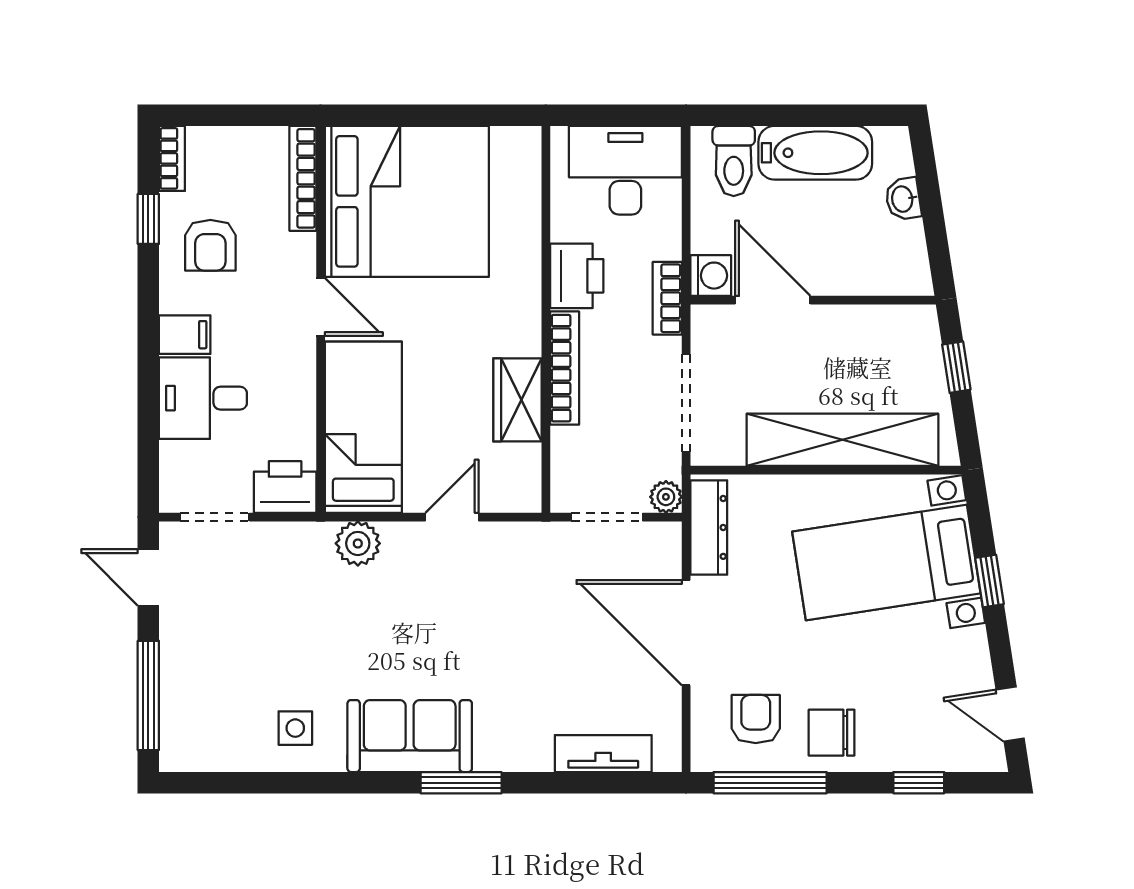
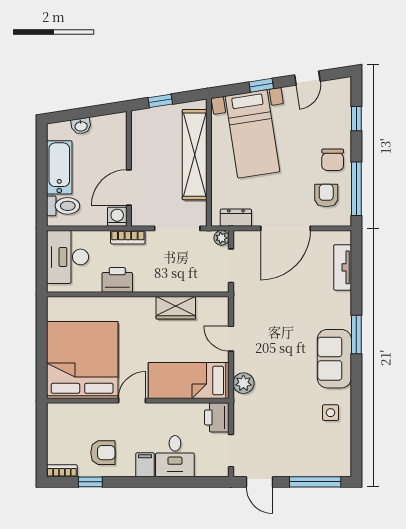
bookcase: (303, 178) -> (71, 409), removed
bookcase: (565, 368) -> (161, 286), removed
dresser: (709, 527) -> (236, 218), width x0.70
door: (148, 577) -> (259, 482), hinge flipped
door: (1010, 714) -> (307, 78), moved
armchair: (756, 719) -> (326, 195), turned 90

